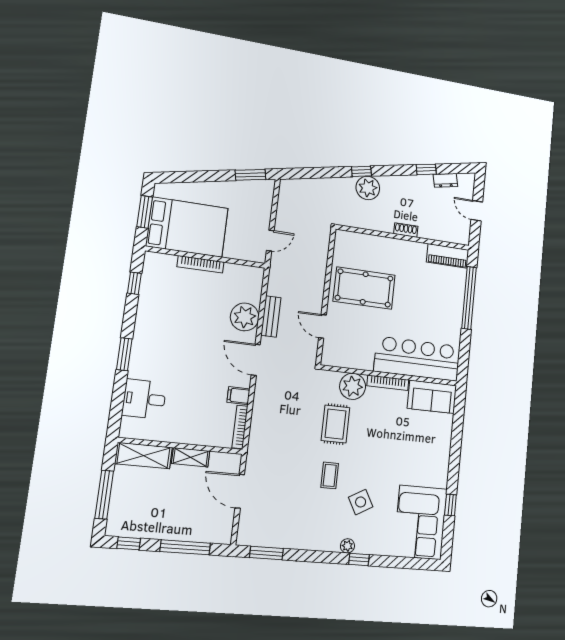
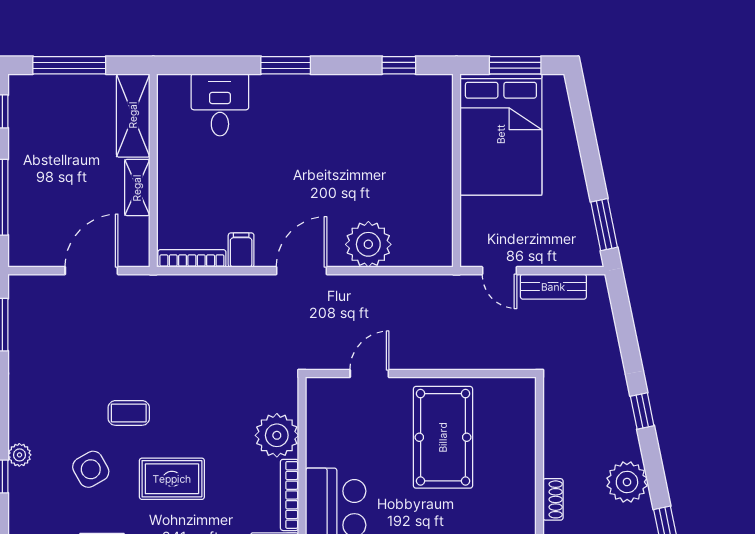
plant: (368, 188) -> (627, 482), moved
bookcase: (201, 264) -> (444, 163), removed
bench: (271, 316) -> (553, 287), moved
rug: (335, 424) -> (172, 479), moved

